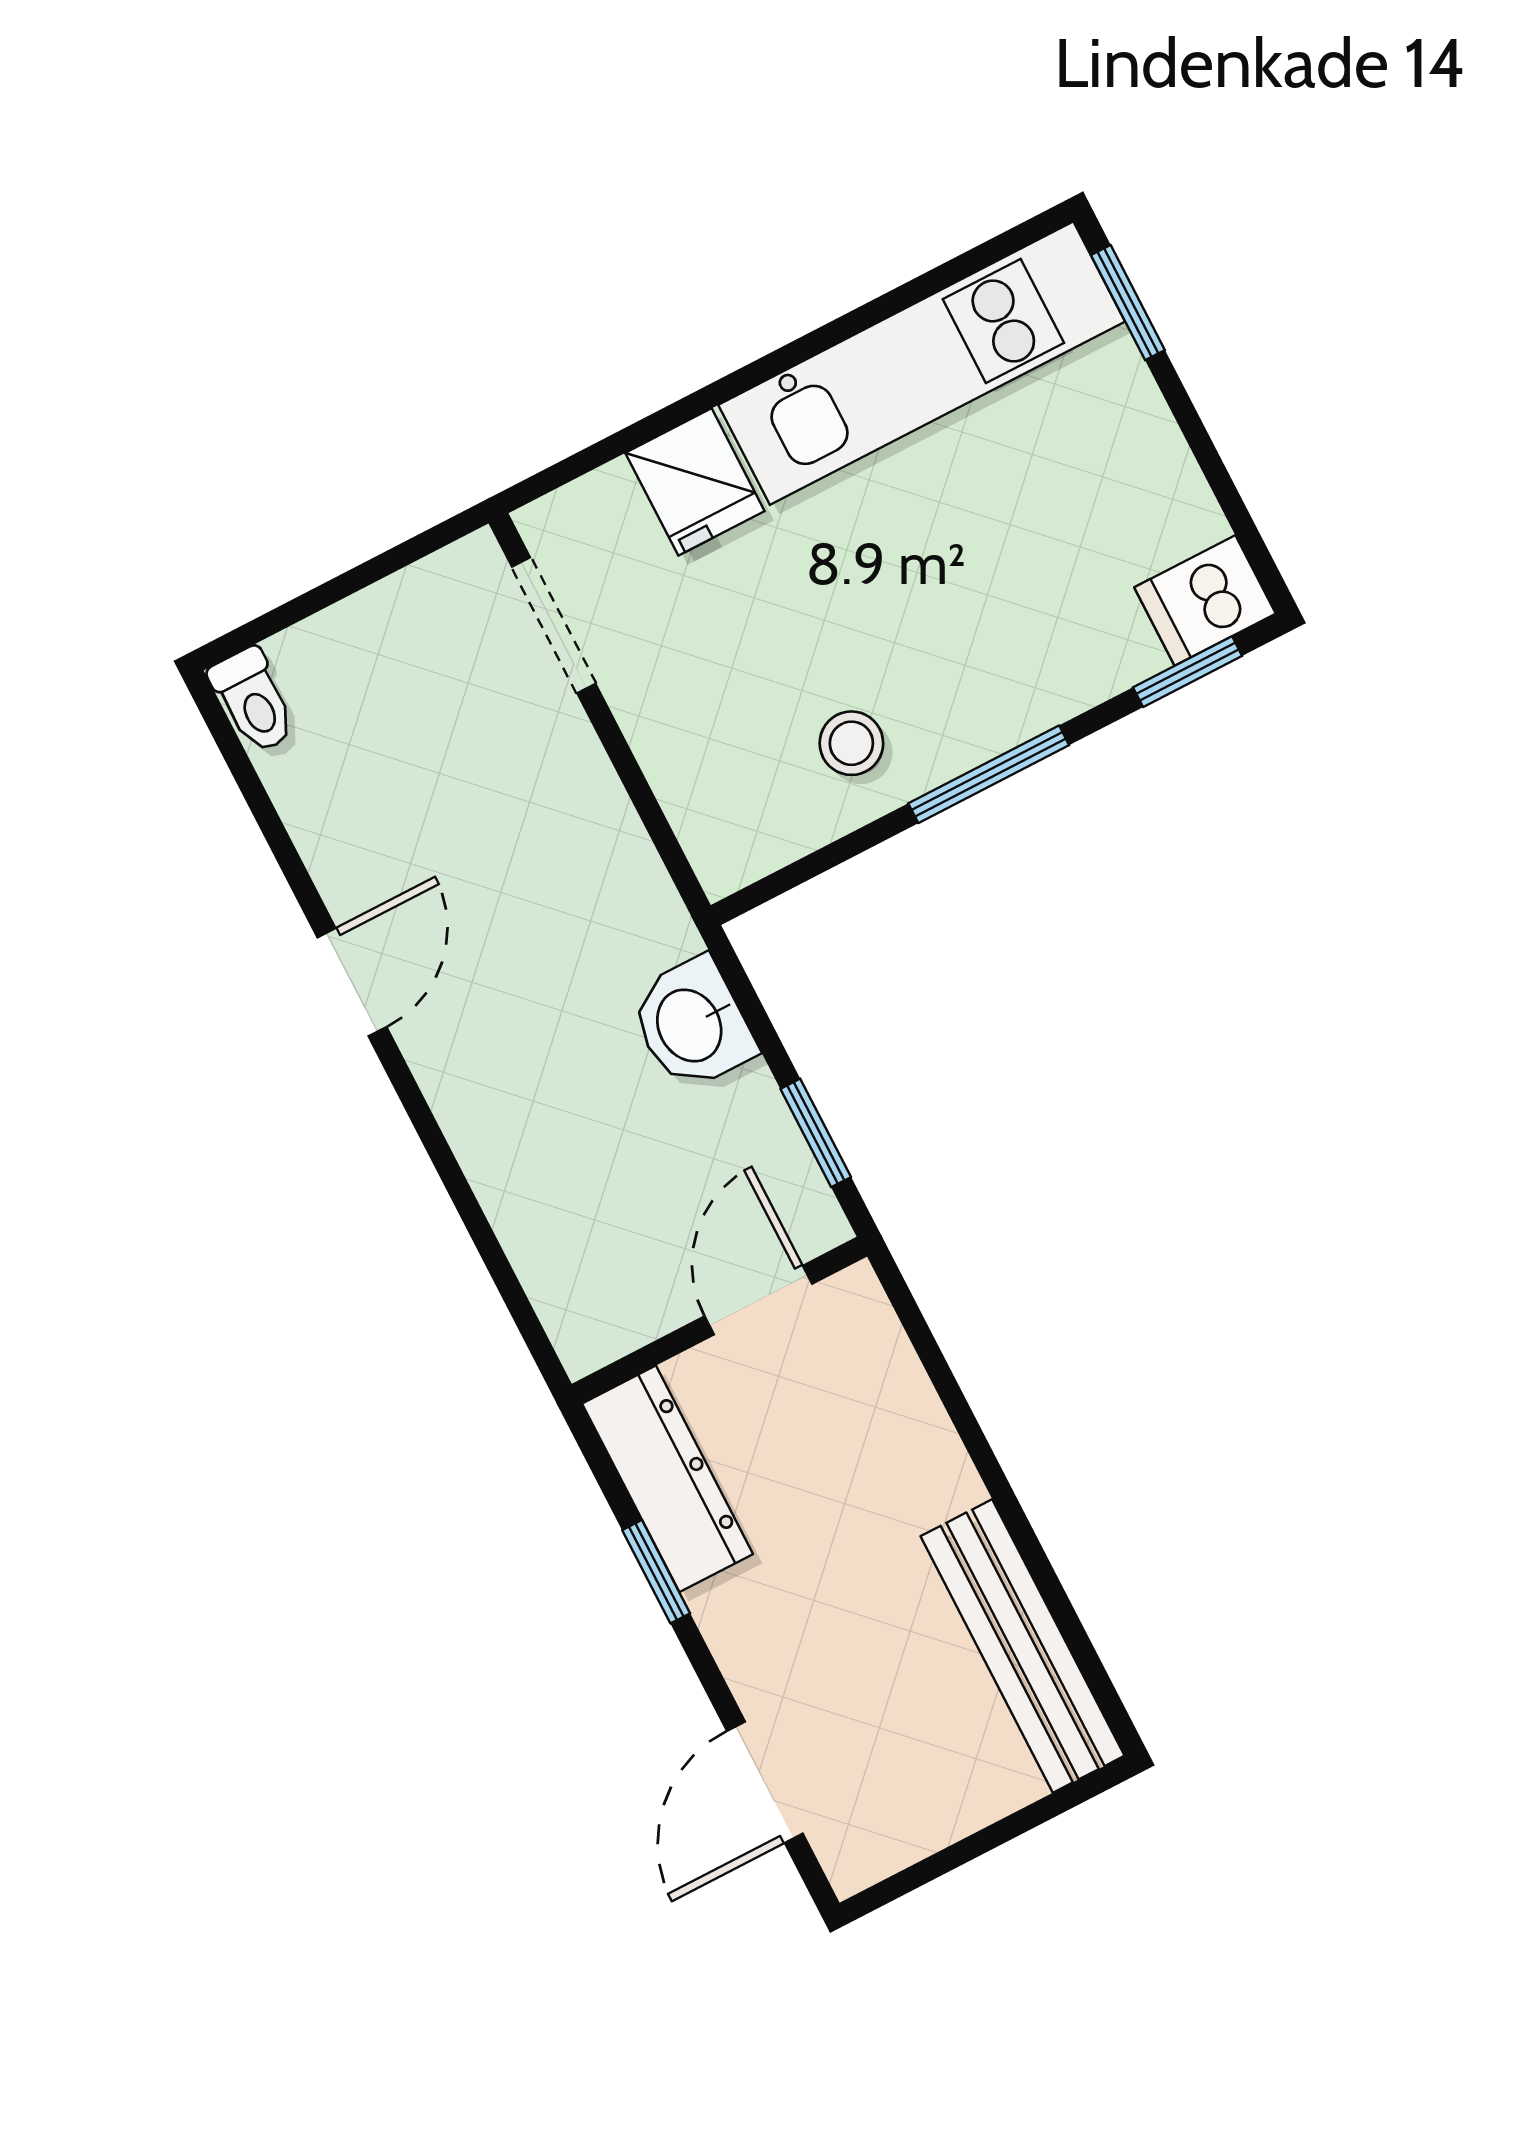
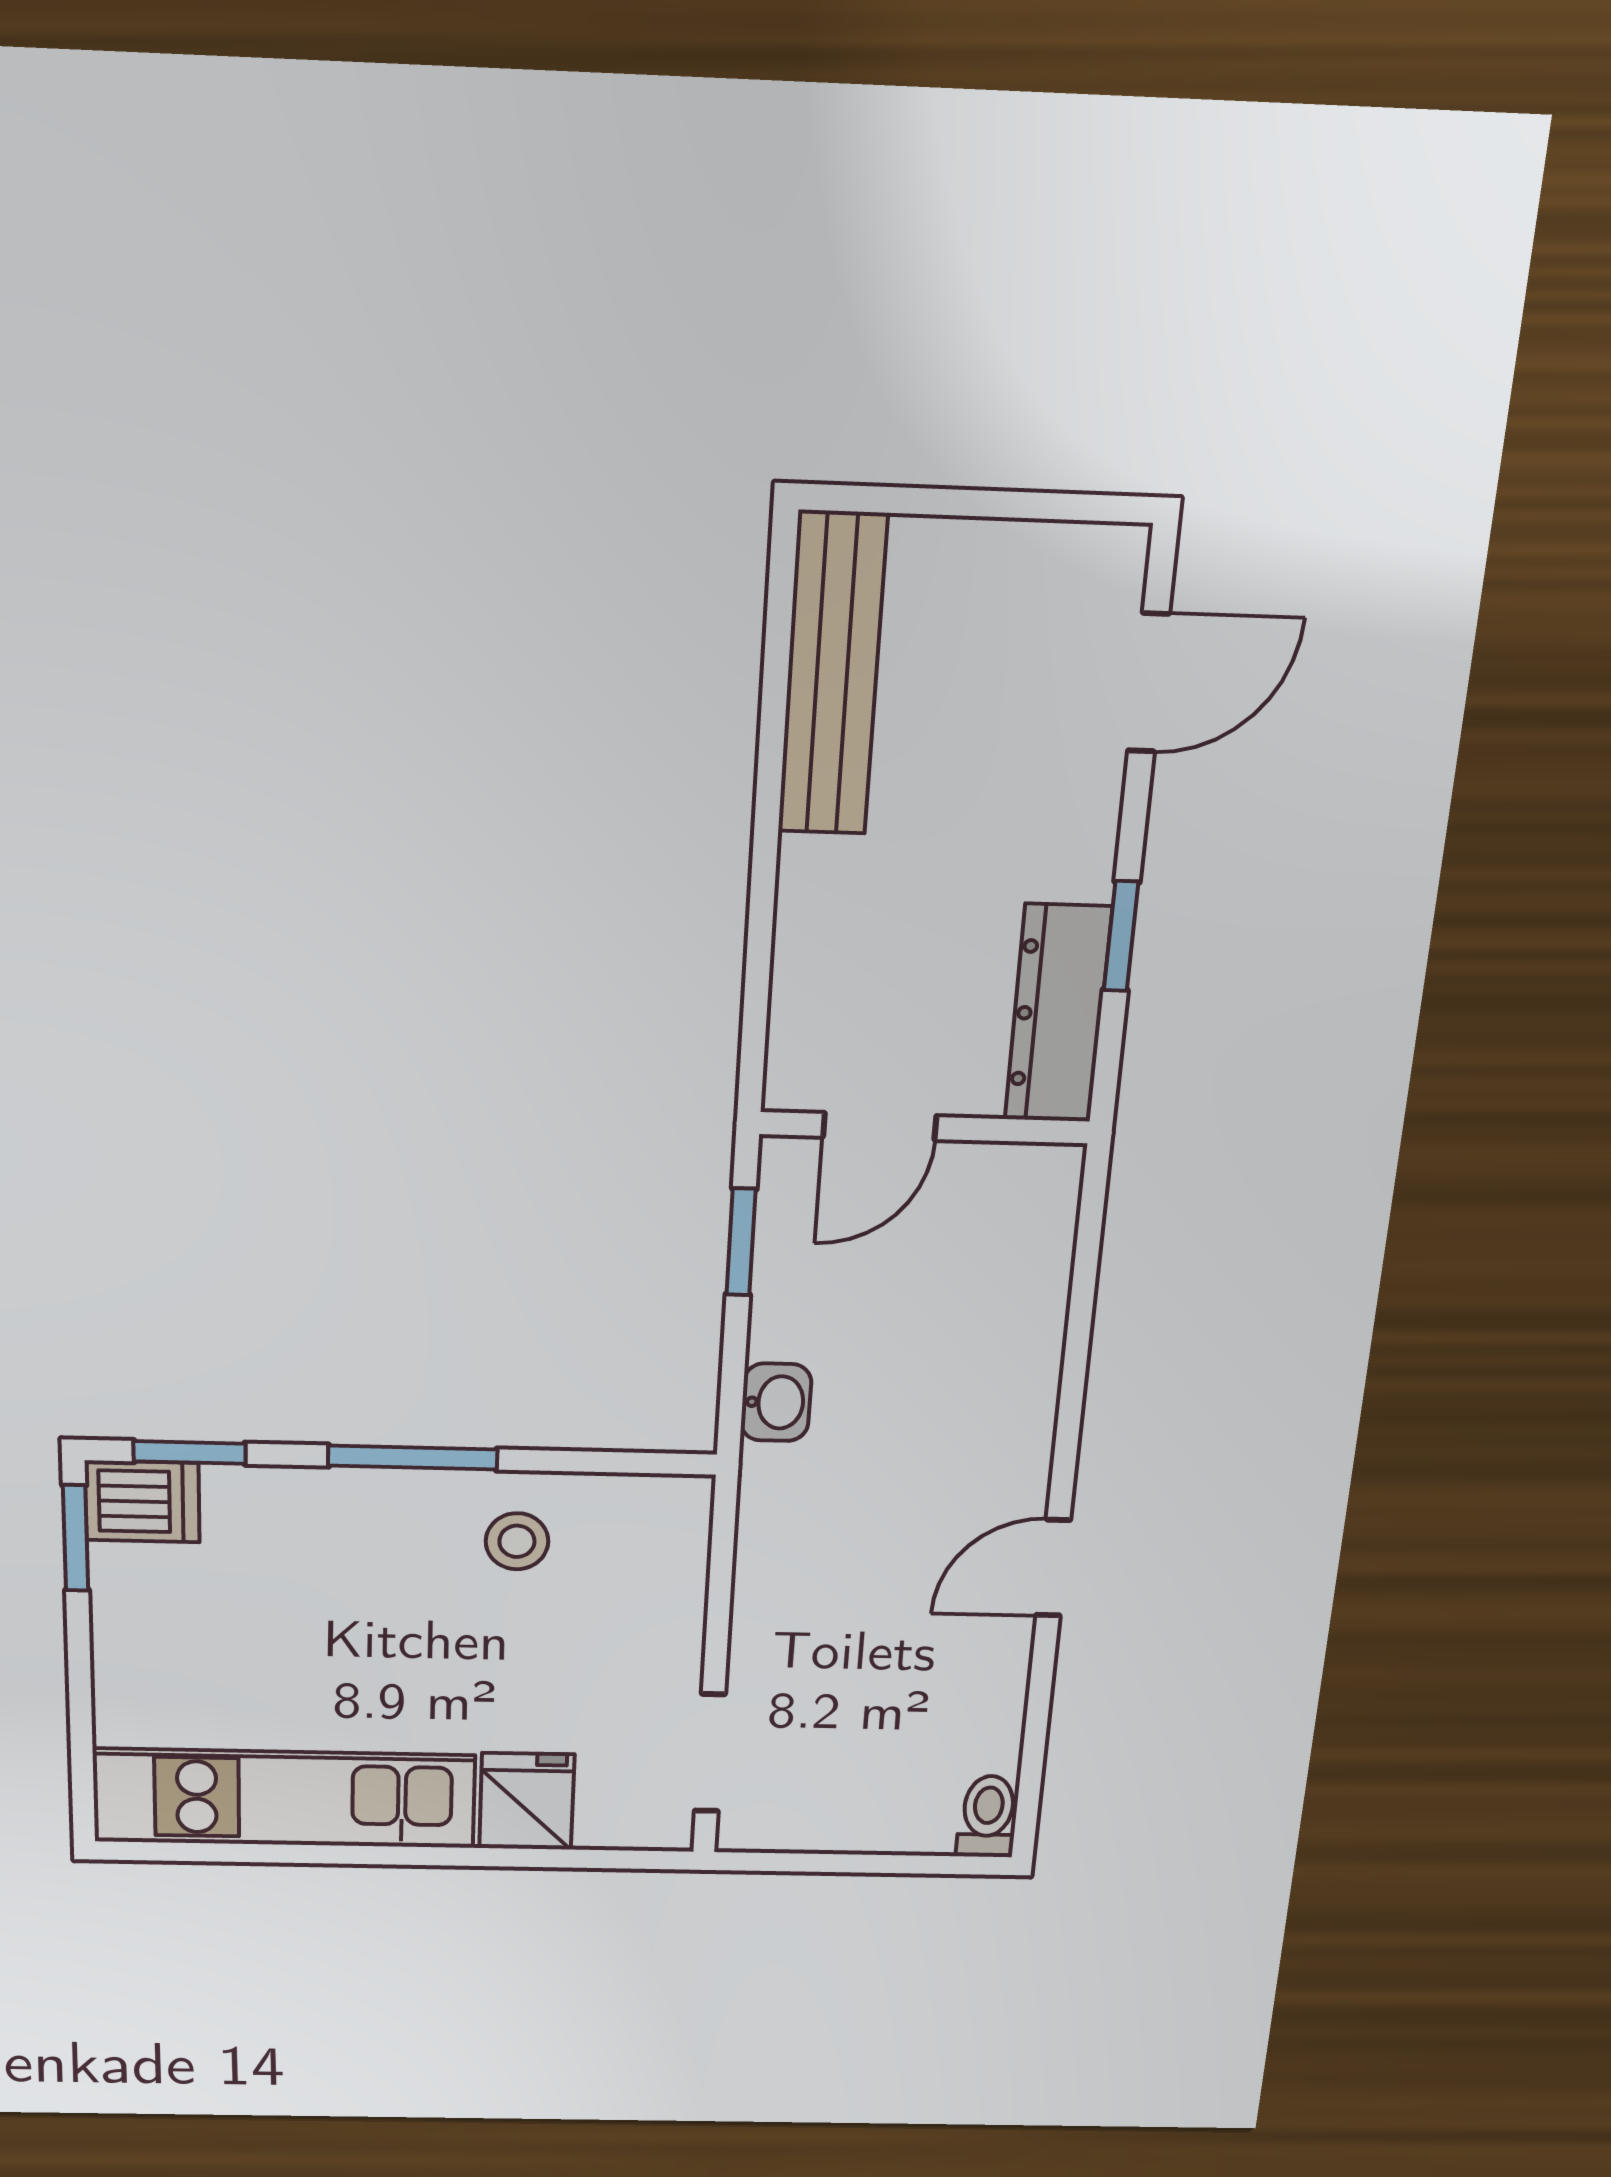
window: (1128, 303) -> (76, 1538), moved
washbasin: (692, 1024) -> (776, 1402), width x0.72, depth x0.69

